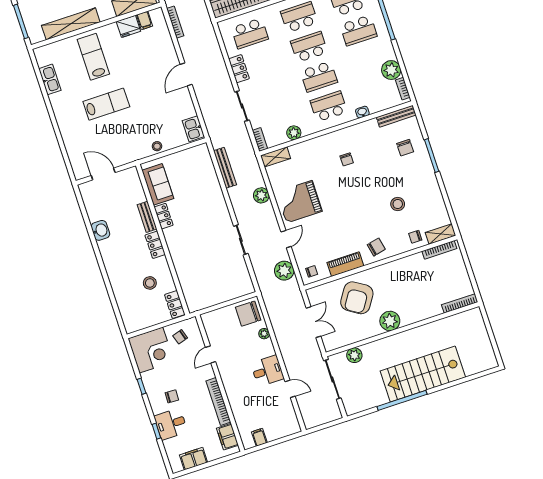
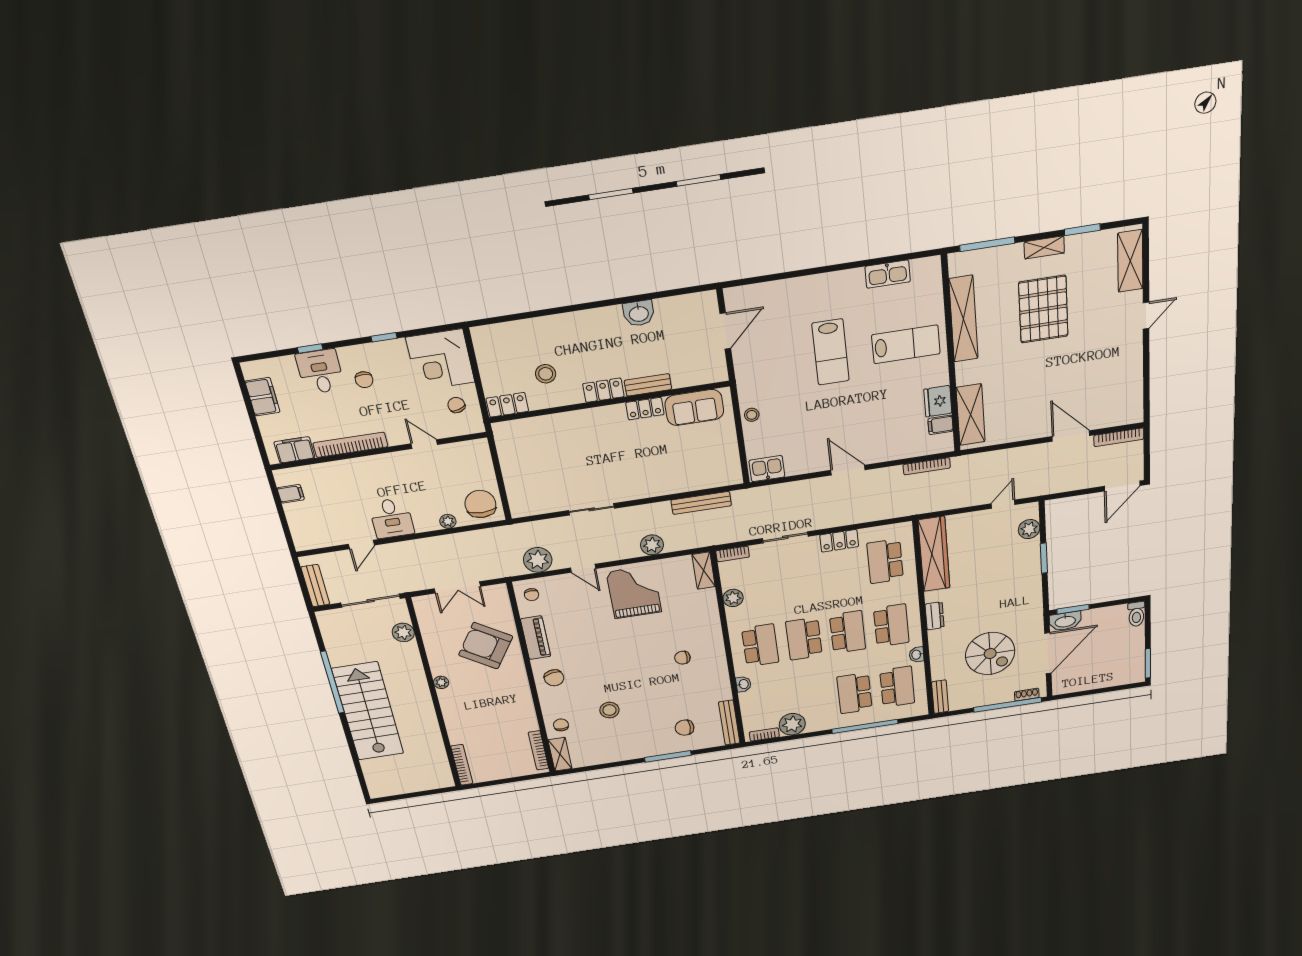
plant: (390, 321) -> (441, 682), width x0.53, depth x0.53
bench: (326, 417) -> (315, 586), added

